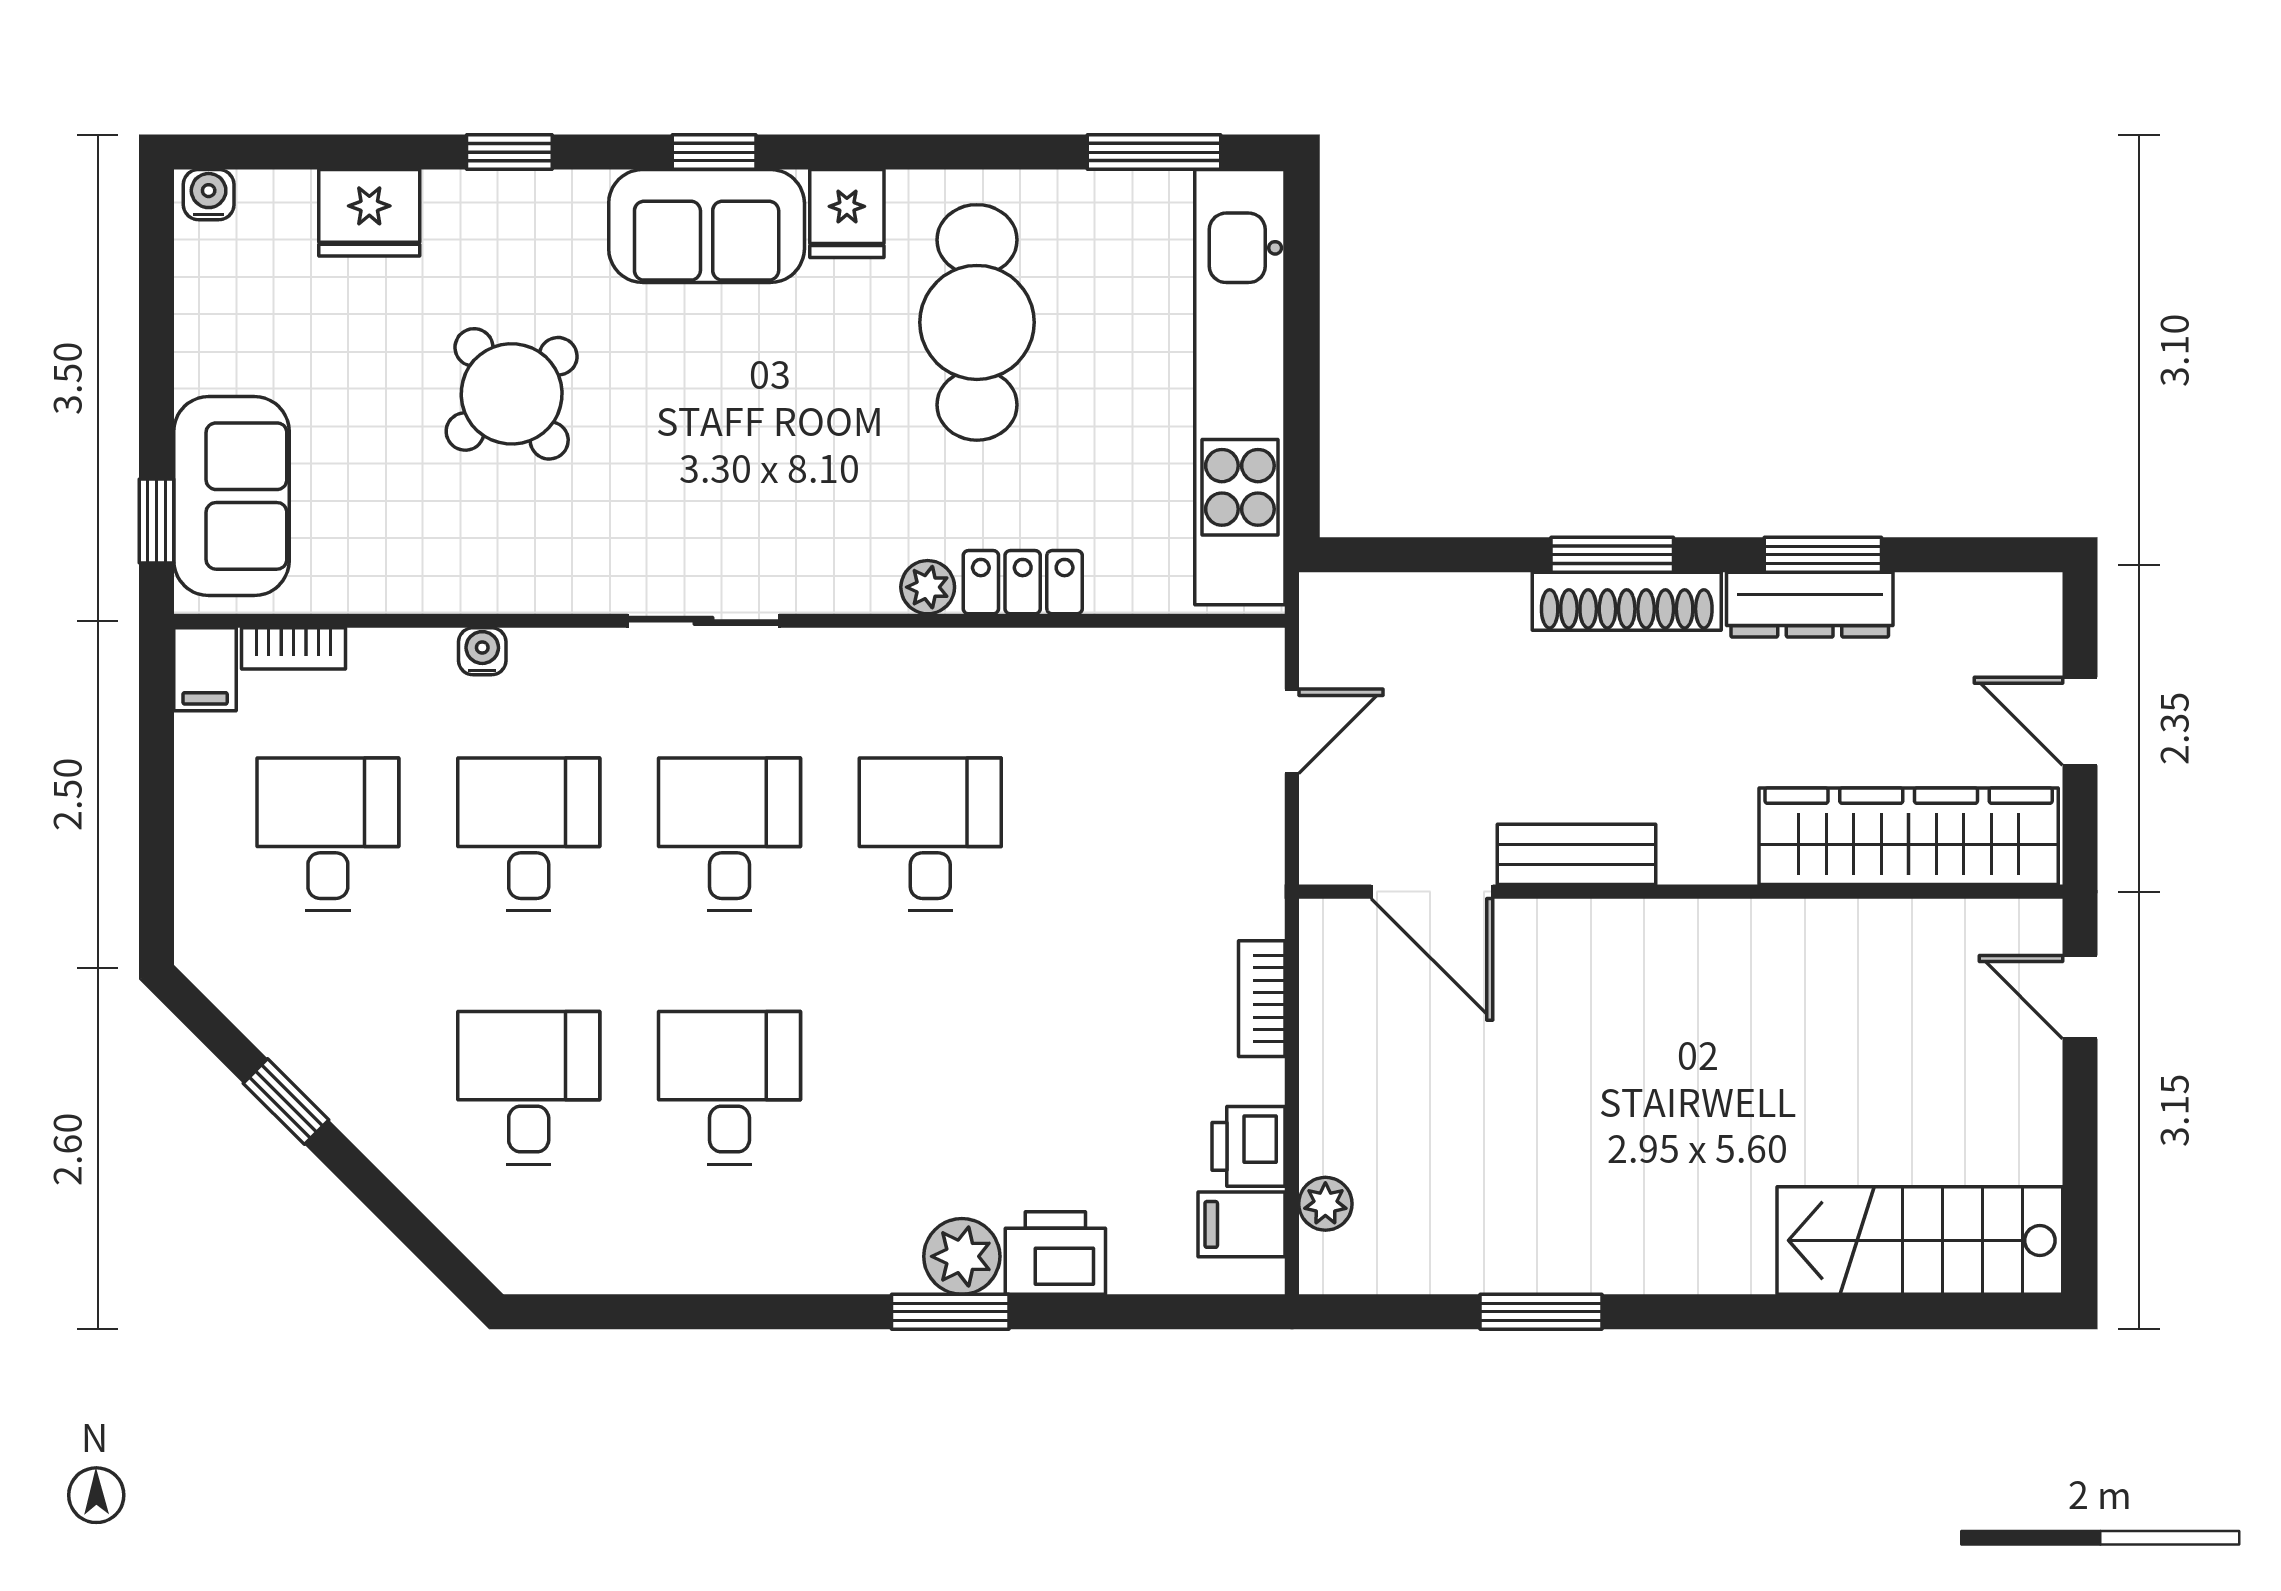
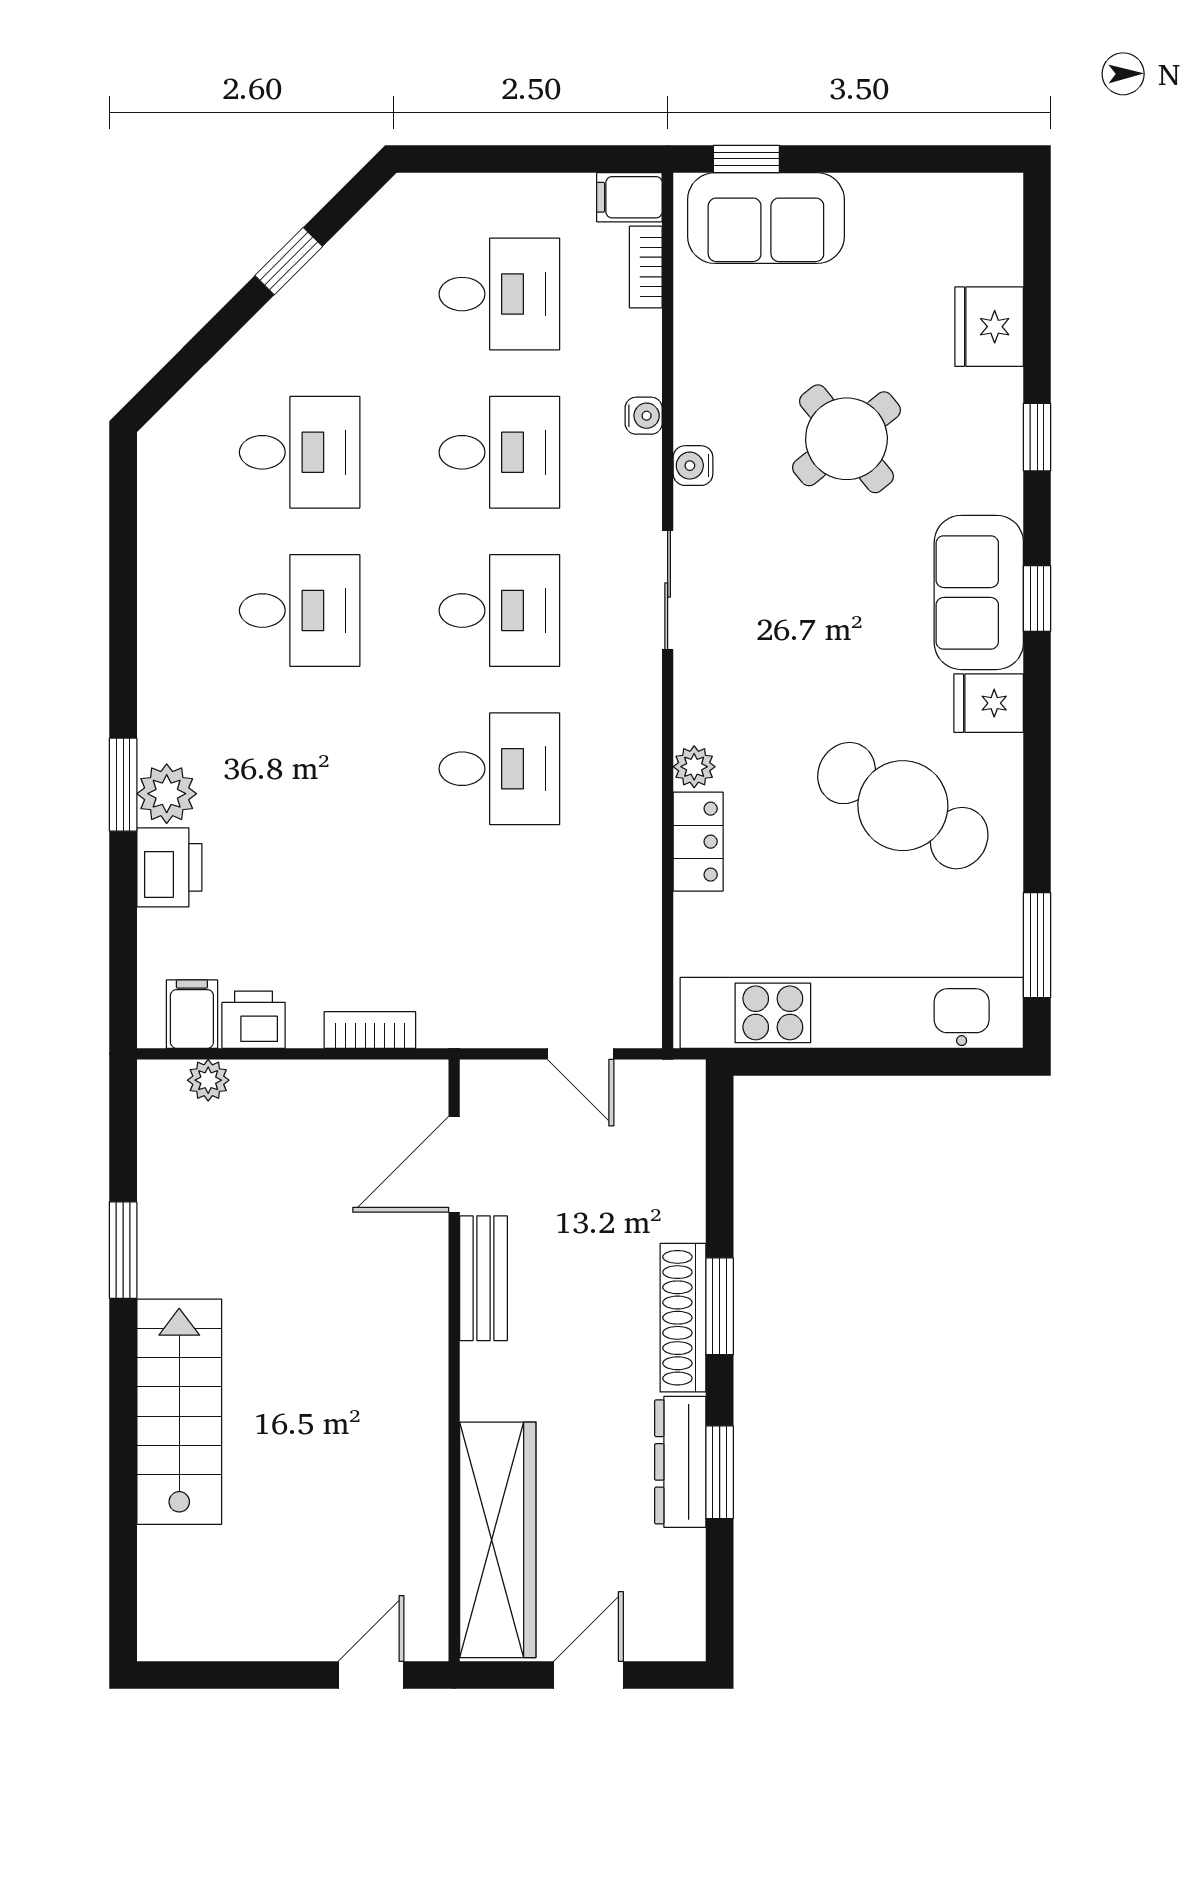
water cooler: (209, 195) -> (693, 466), moved, turned 180
cafe table: (977, 322) -> (903, 806), turned 30
stairs: (1920, 1240) -> (179, 1412), moved

